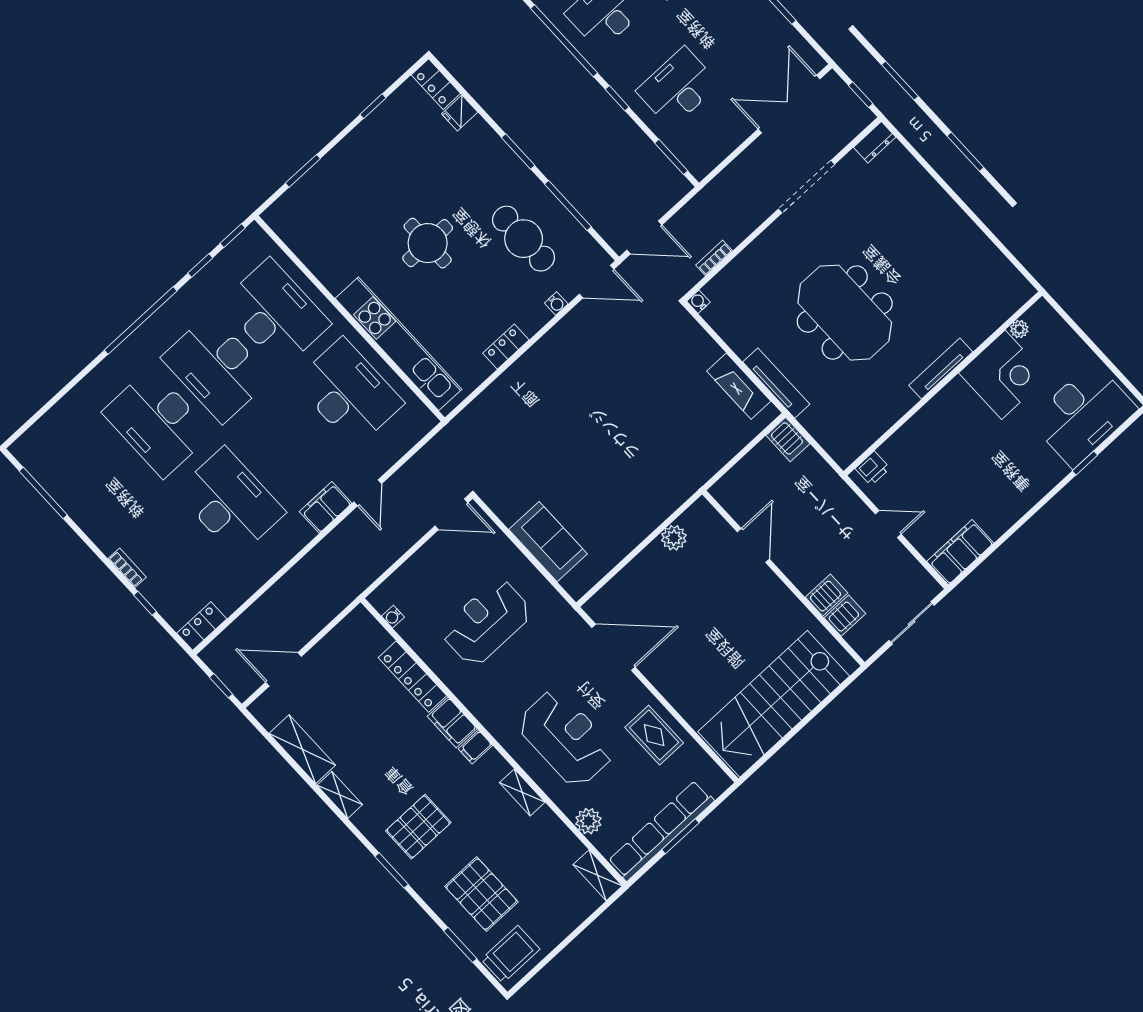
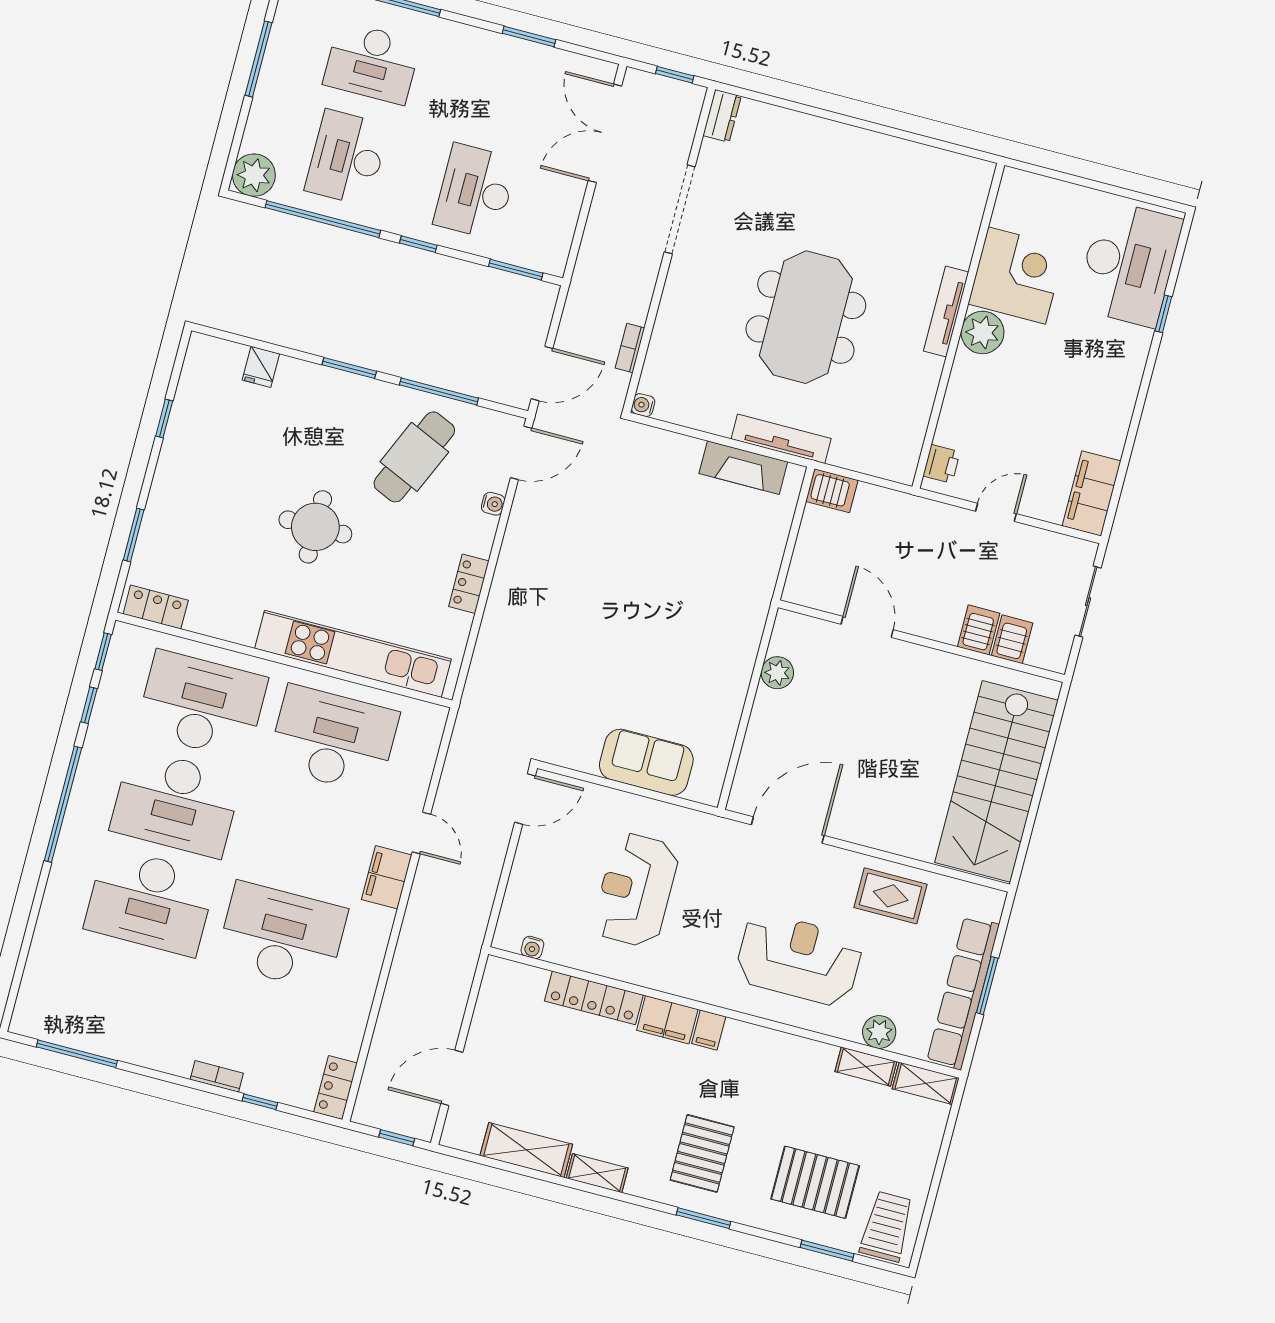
locker: (436, 84) -> (156, 607), moved, turned 180
cafe table: (524, 239) -> (414, 457), turned -66
meeting table: (845, 313) -> (806, 317), turned 90
plant: (1019, 329) -> (982, 332), moved, width x1.87, depth x1.87
shelving: (522, 792) -> (866, 1067), moved

